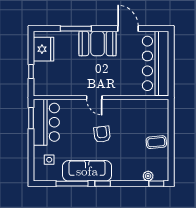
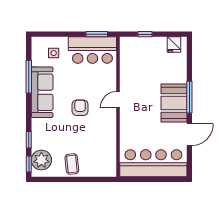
window: (76, 29) -> (189, 97), moved
fridge: (44, 49) -> (174, 45), width x0.53, depth x0.75
armchair: (102, 134) -> (80, 108), turned -83
plant: (148, 176) -> (41, 160), width x1.88, depth x1.88
window: (103, 184) -> (29, 140), moved

